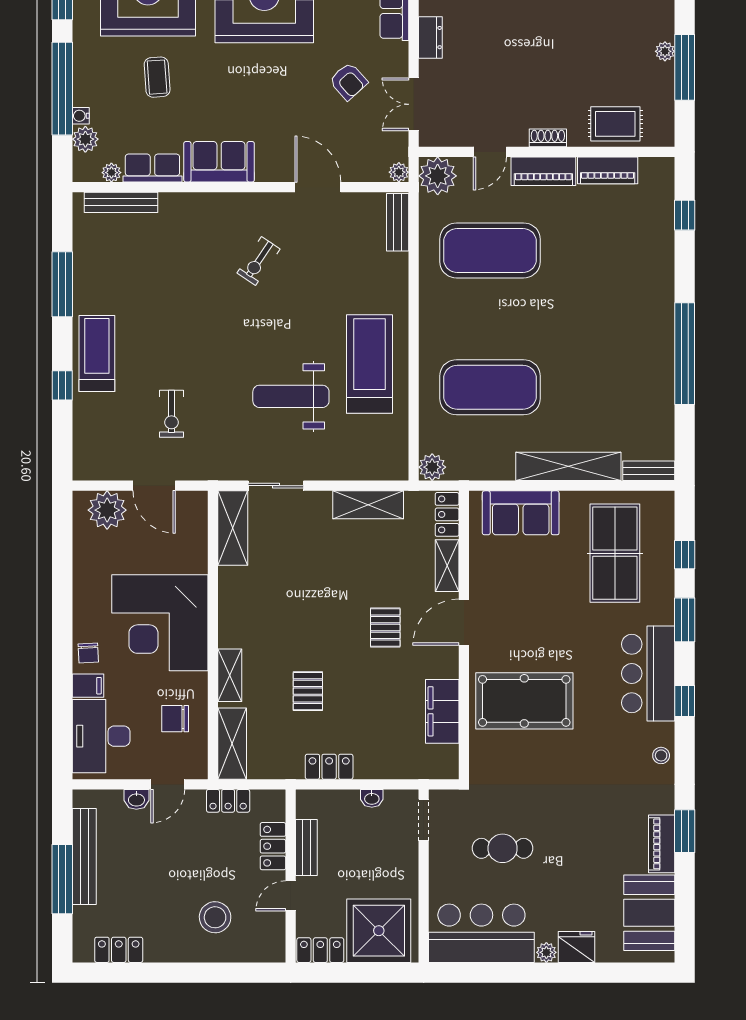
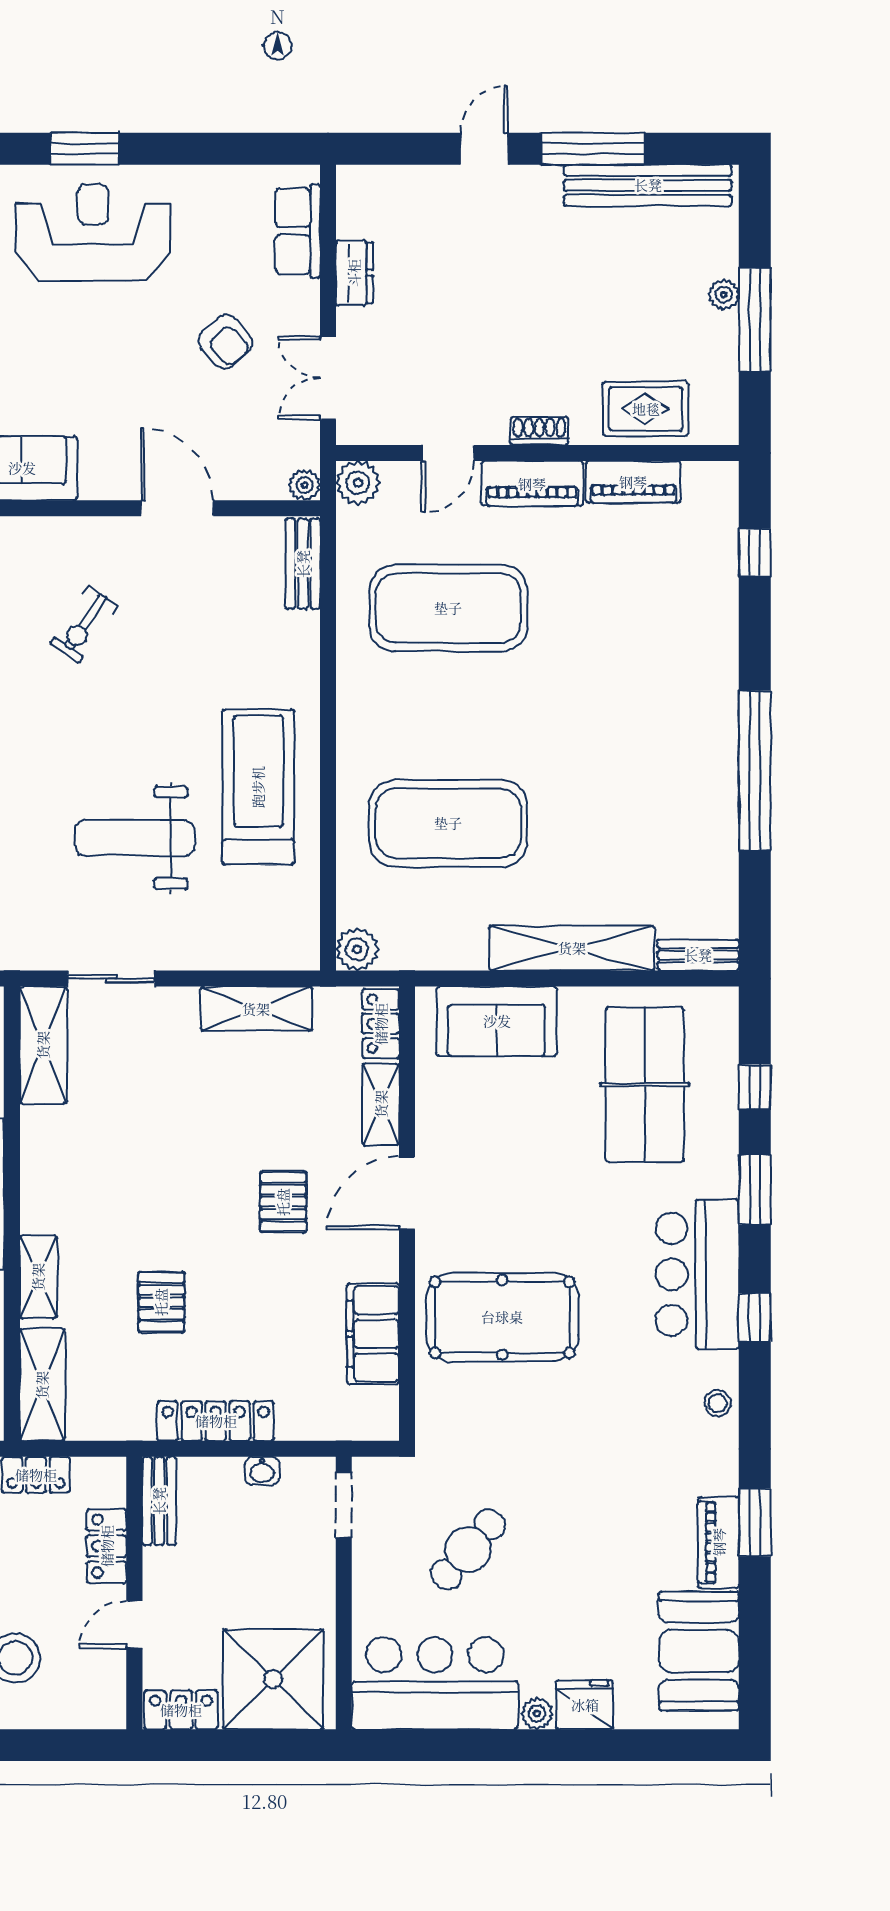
plant: (438, 176) -> (358, 483), width x0.73, depth x0.73
locker: (329, 767) -> (216, 1421), width x1.53
bench: (306, 847) -> (159, 1501), moved
cafe table: (503, 848) -> (468, 1549), turned -49

